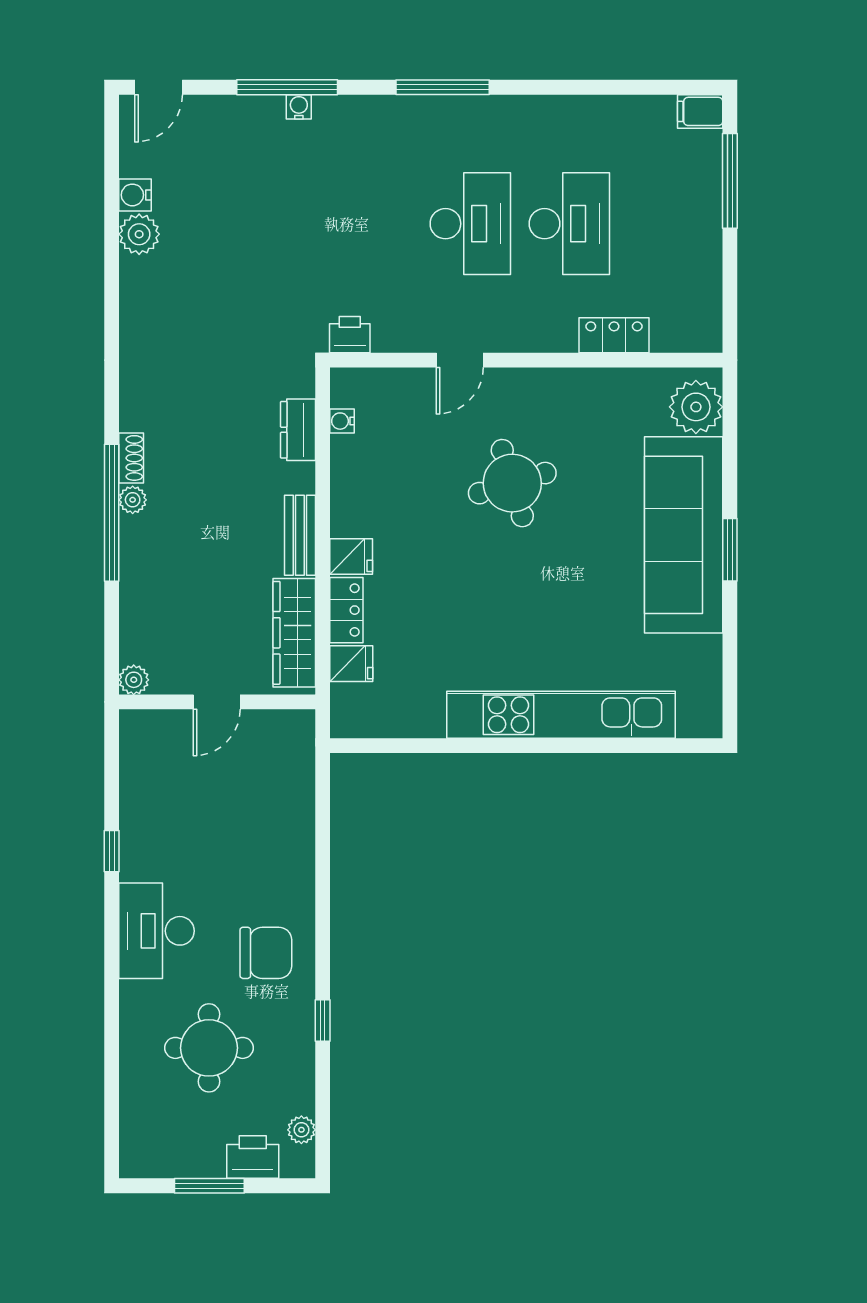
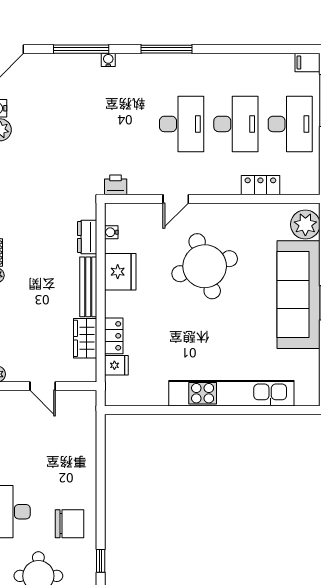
water cooler: (299, 107) -> (108, 60), moved
desk: (668, 224) -> (290, 124), added
round table: (512, 483) -> (205, 266), width x1.36, depth x1.36
bench: (300, 535) -> (88, 287), width x1.36
fridge: (351, 557) -> (120, 272), moved, width x1.88, depth x1.34
wardrobe: (294, 633) -> (85, 338), width x0.67
door: (217, 702) -> (43, 386), hinge flipped

